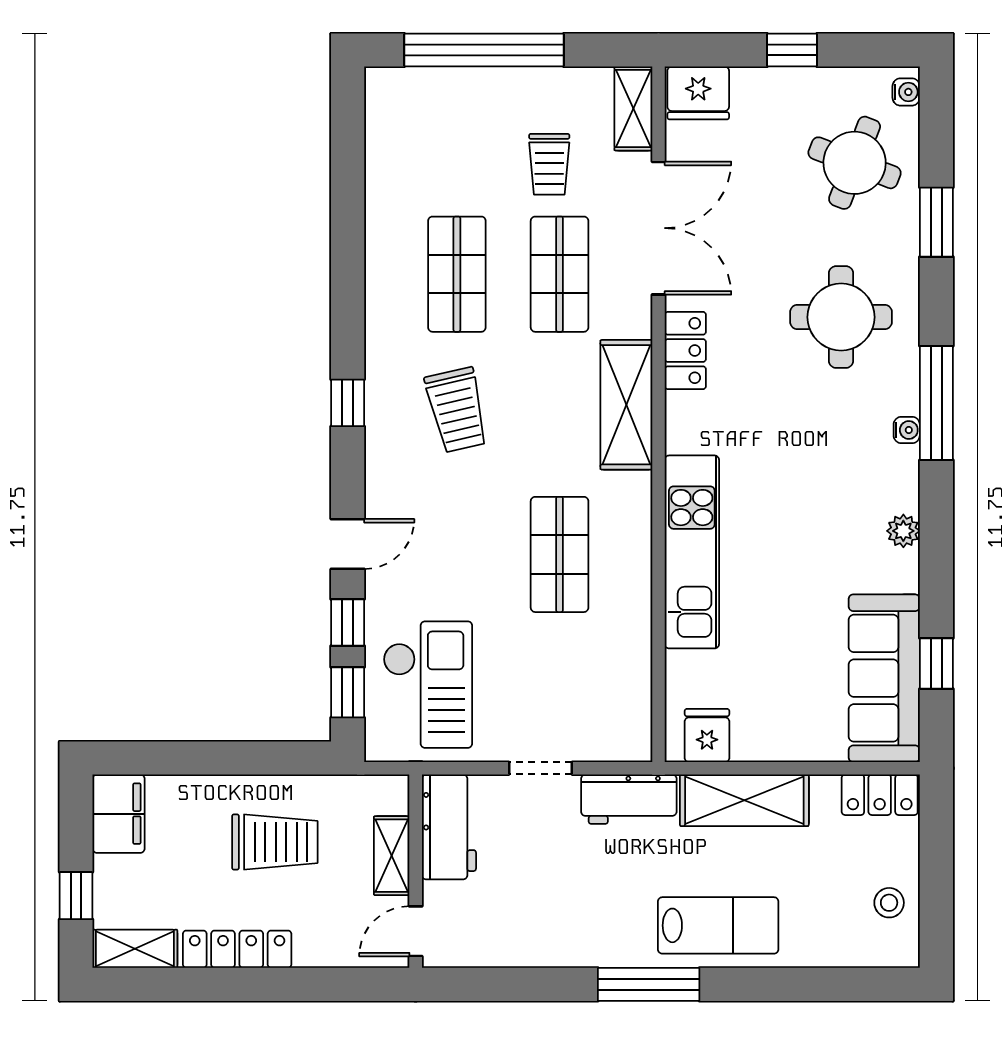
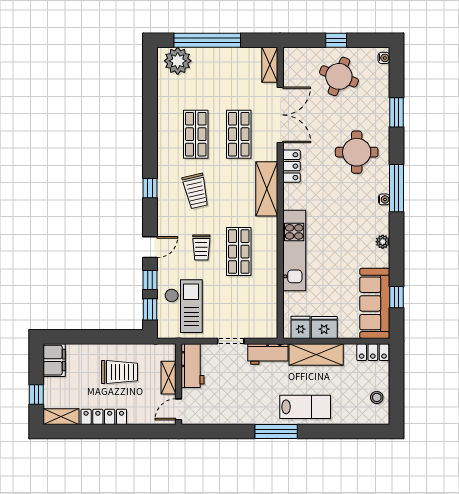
fridge: (698, 93) -> (324, 327), moved, turned 180
plant: (414, 99) -> (178, 61), added
round table: (855, 163) -> (339, 76), moved
trolley: (549, 164) -> (201, 247), moved

